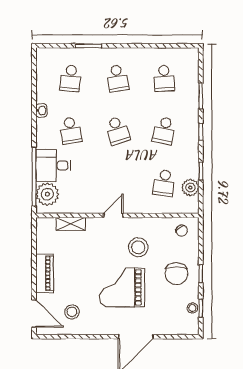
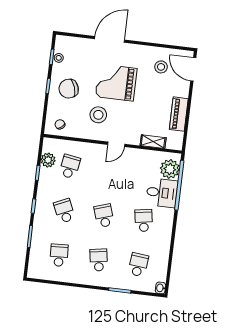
washbasin: (41, 110) -> (161, 288), moved
school desk: (164, 131) -> (64, 211), turned -36
piano: (45, 273) -> (179, 114), moved
chair: (176, 274) -> (69, 89), turned -108
grand piano: (122, 287) -> (116, 82), turned 180

